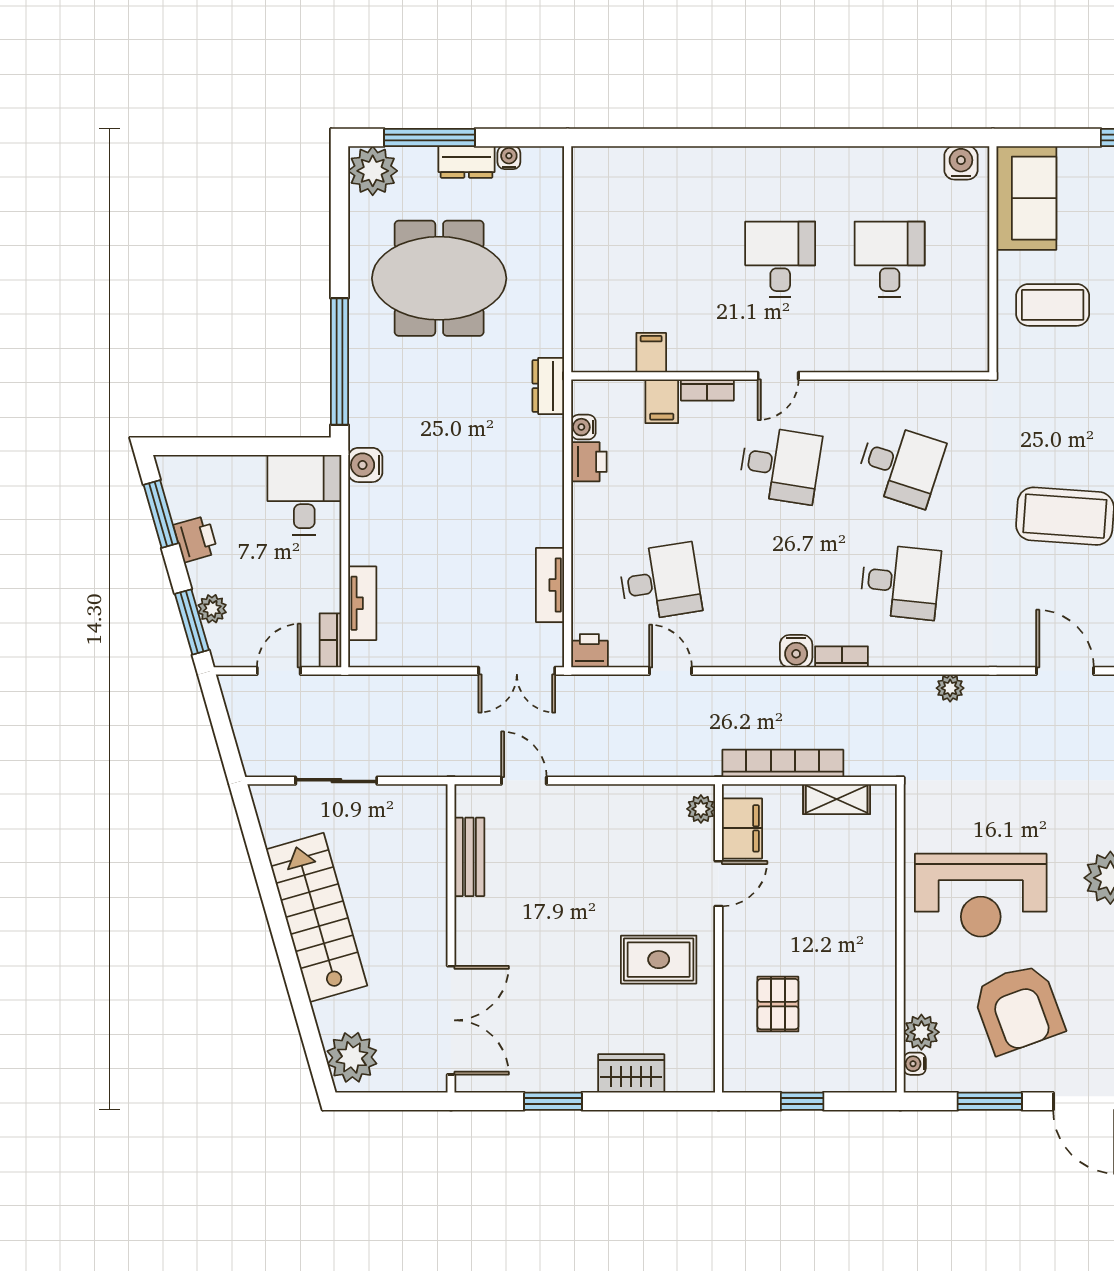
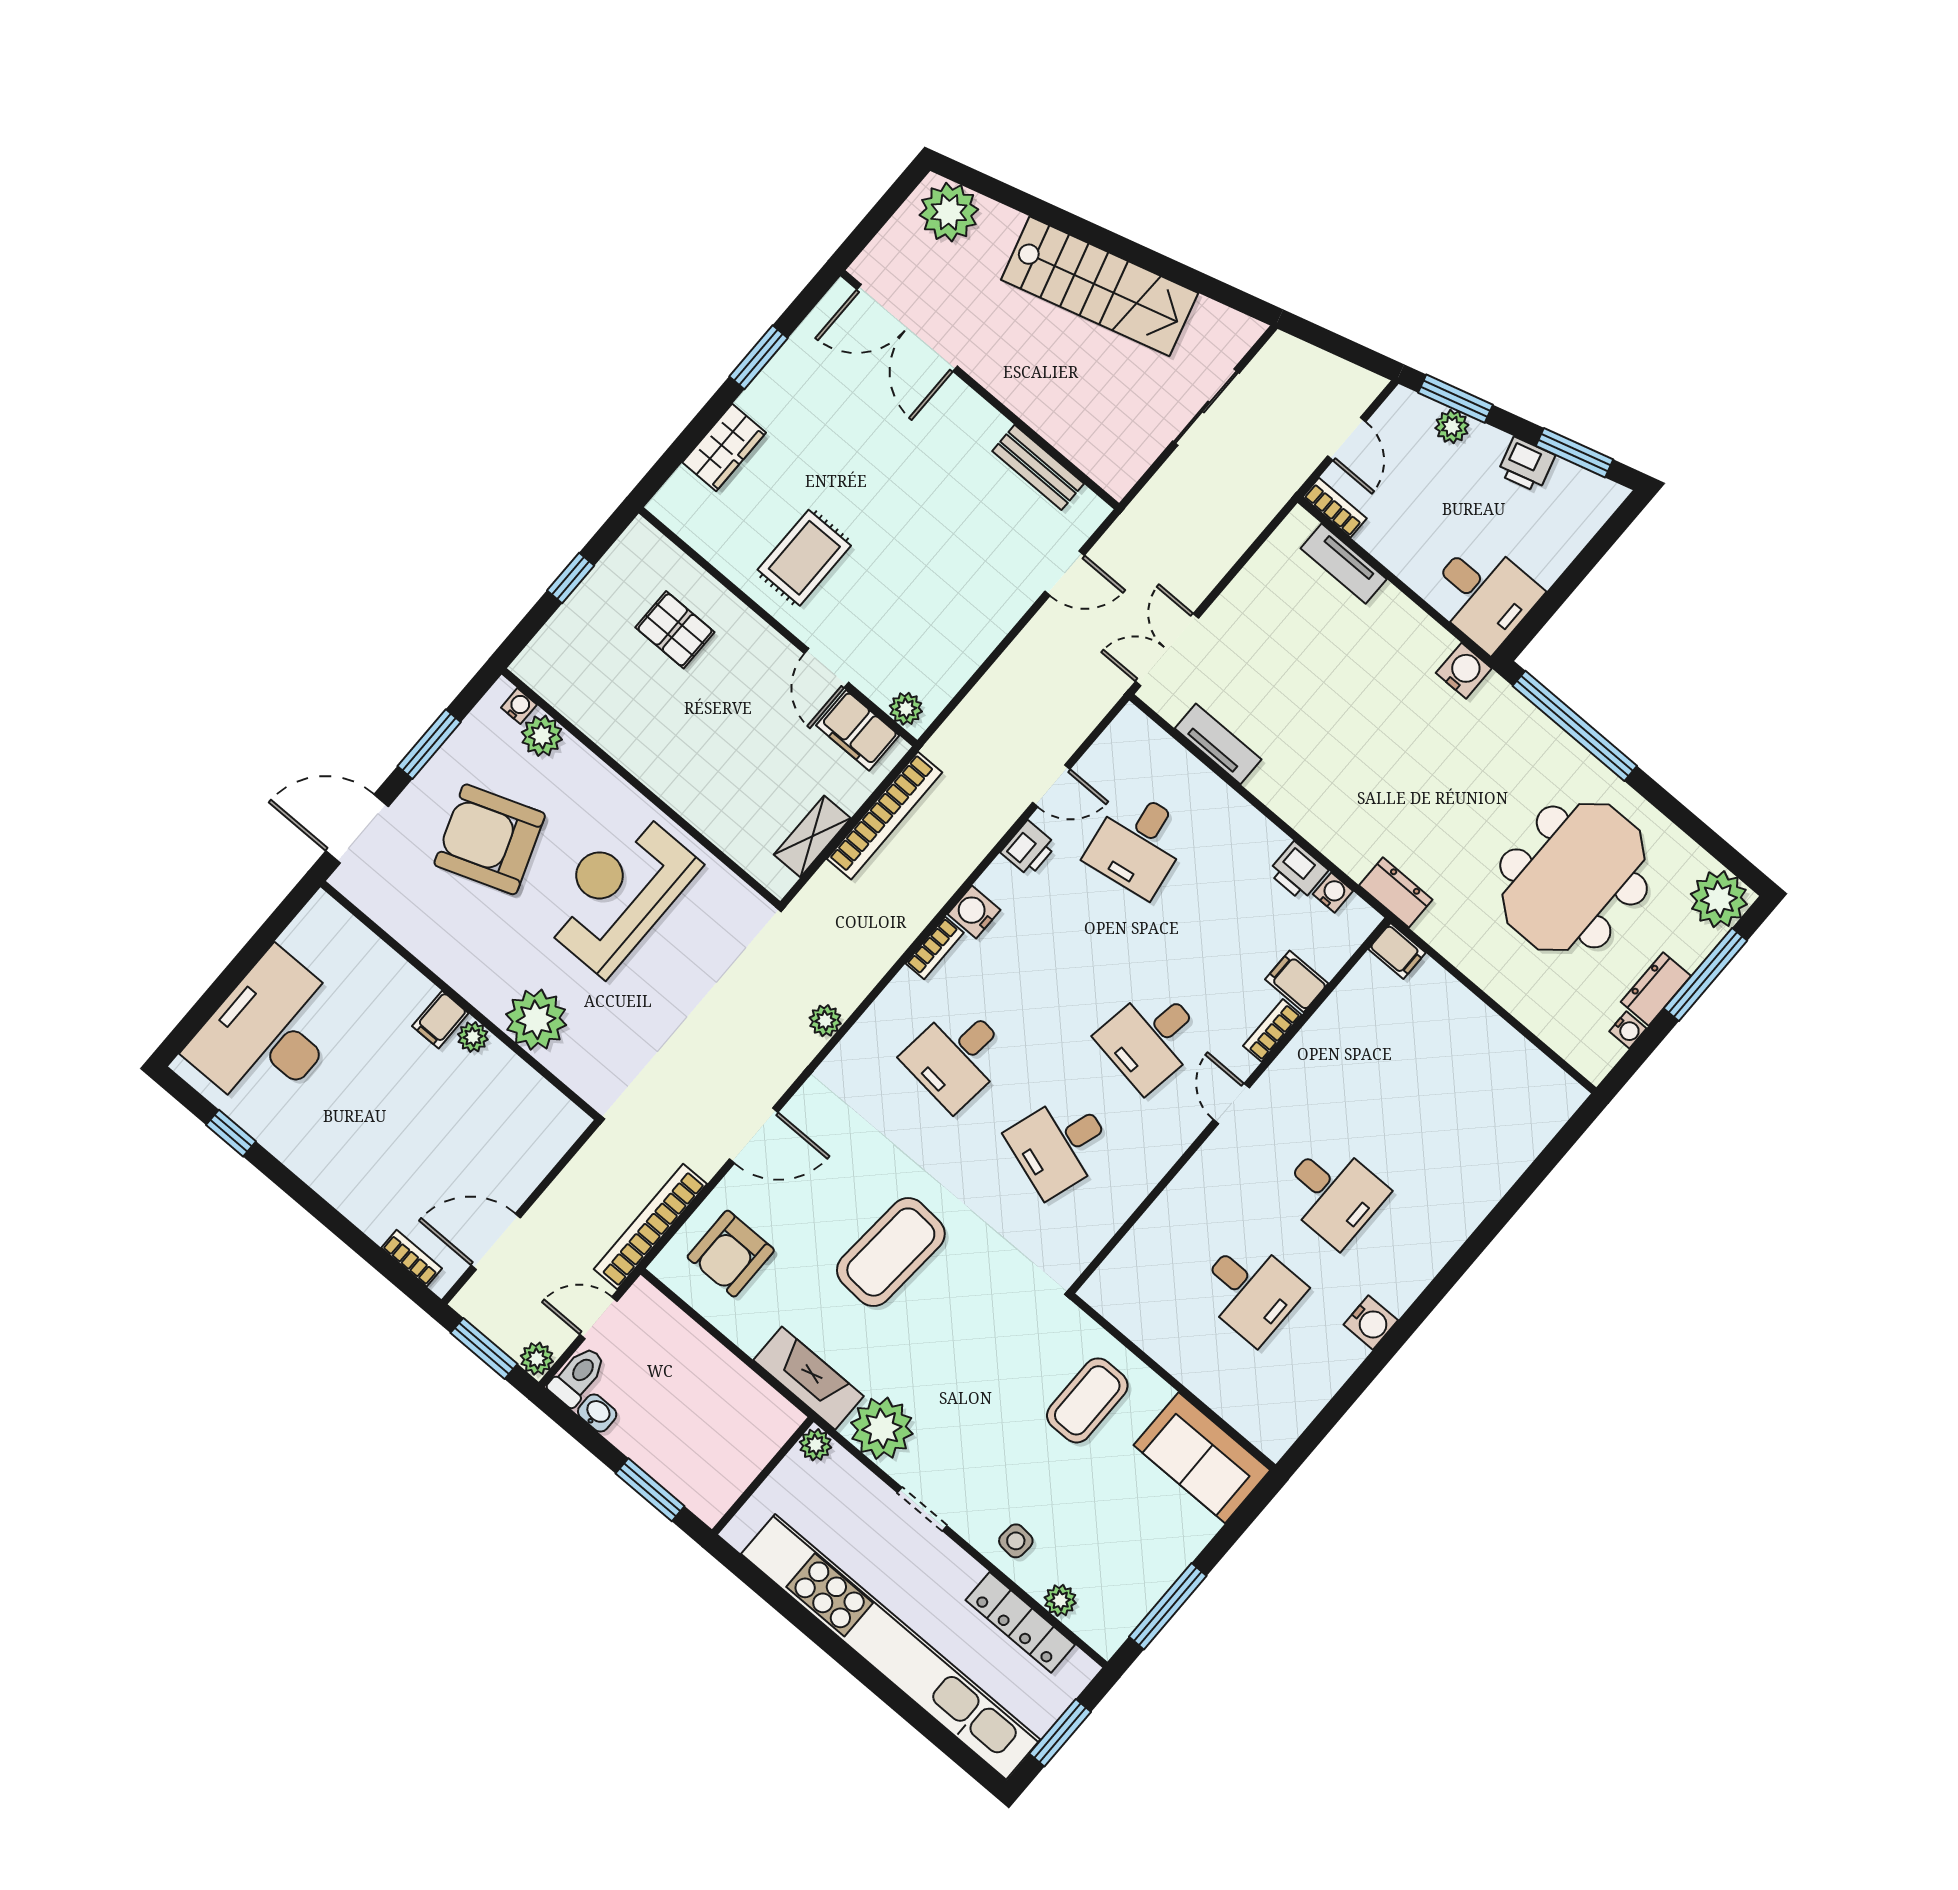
water cooler: (961, 163) -> (1371, 1322), moved
filing cabinet: (651, 353) -> (1397, 951), moved
printer: (589, 651) -> (1029, 849), moved

